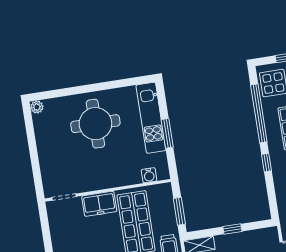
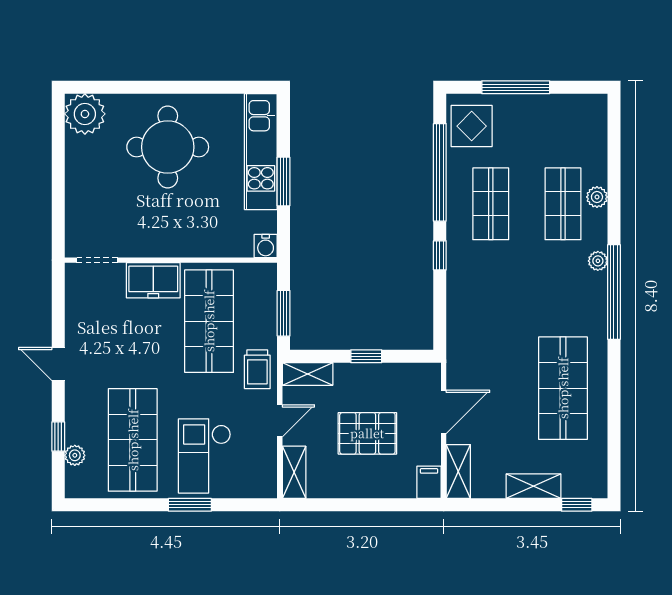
plant: (37, 107) -> (85, 114), width x1.87, depth x1.87
water cooler: (149, 175) -> (266, 246), moved

